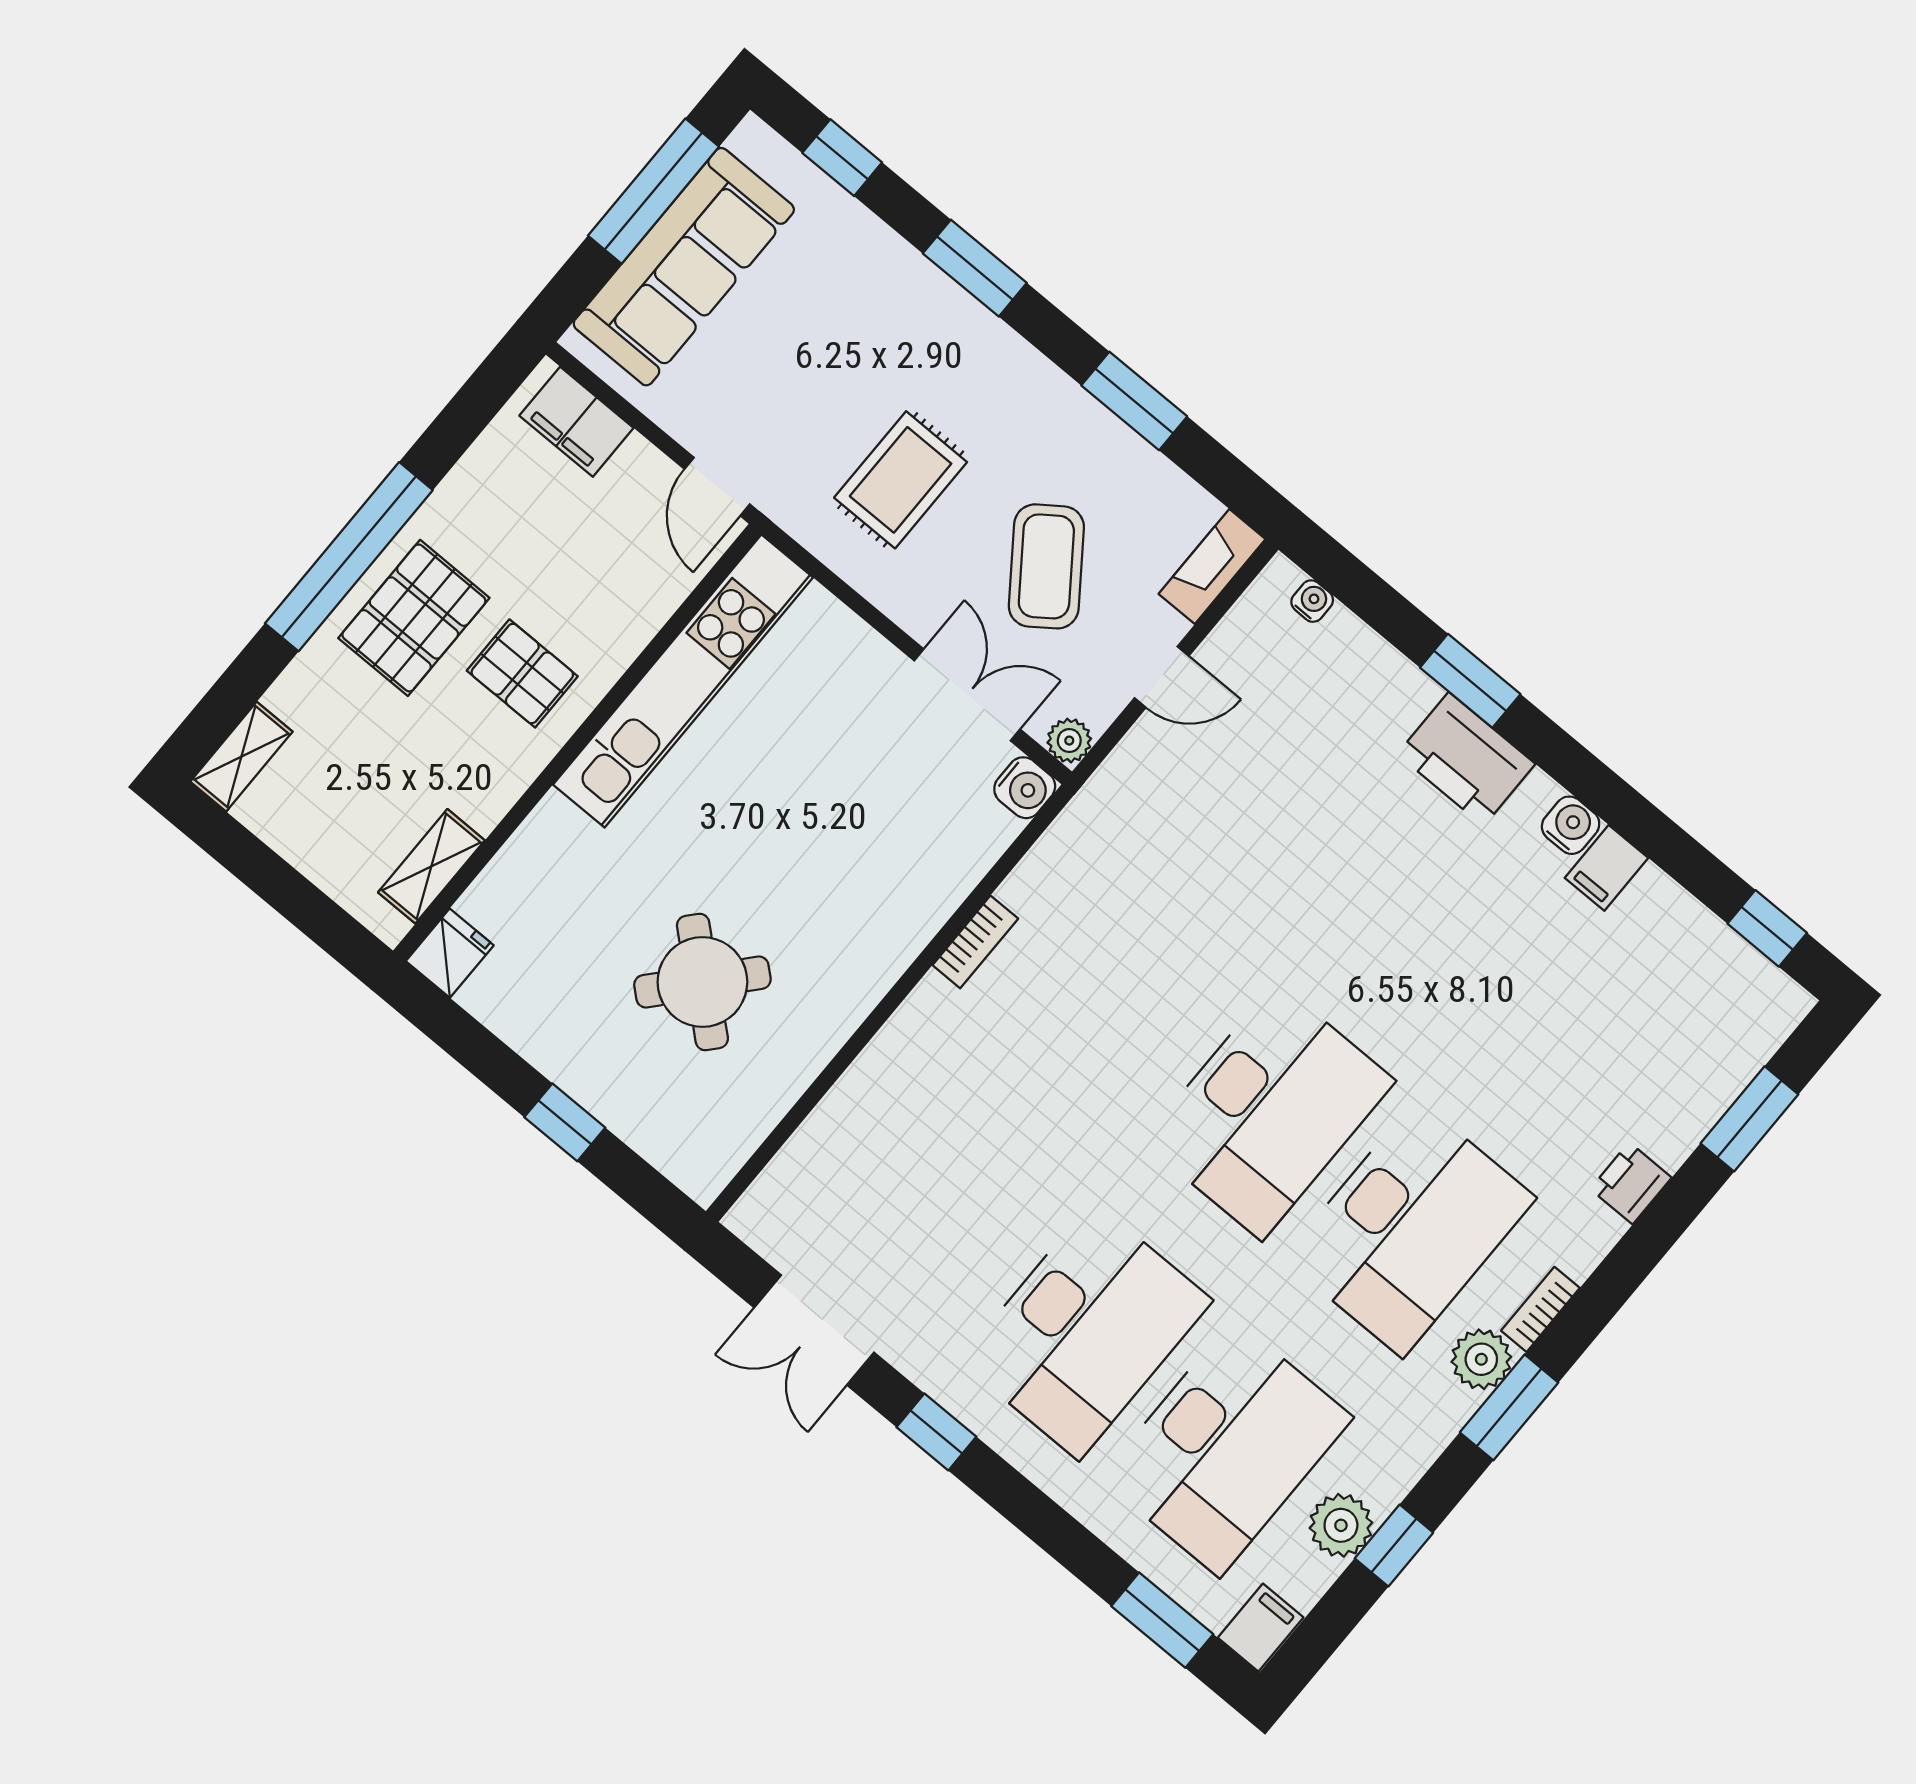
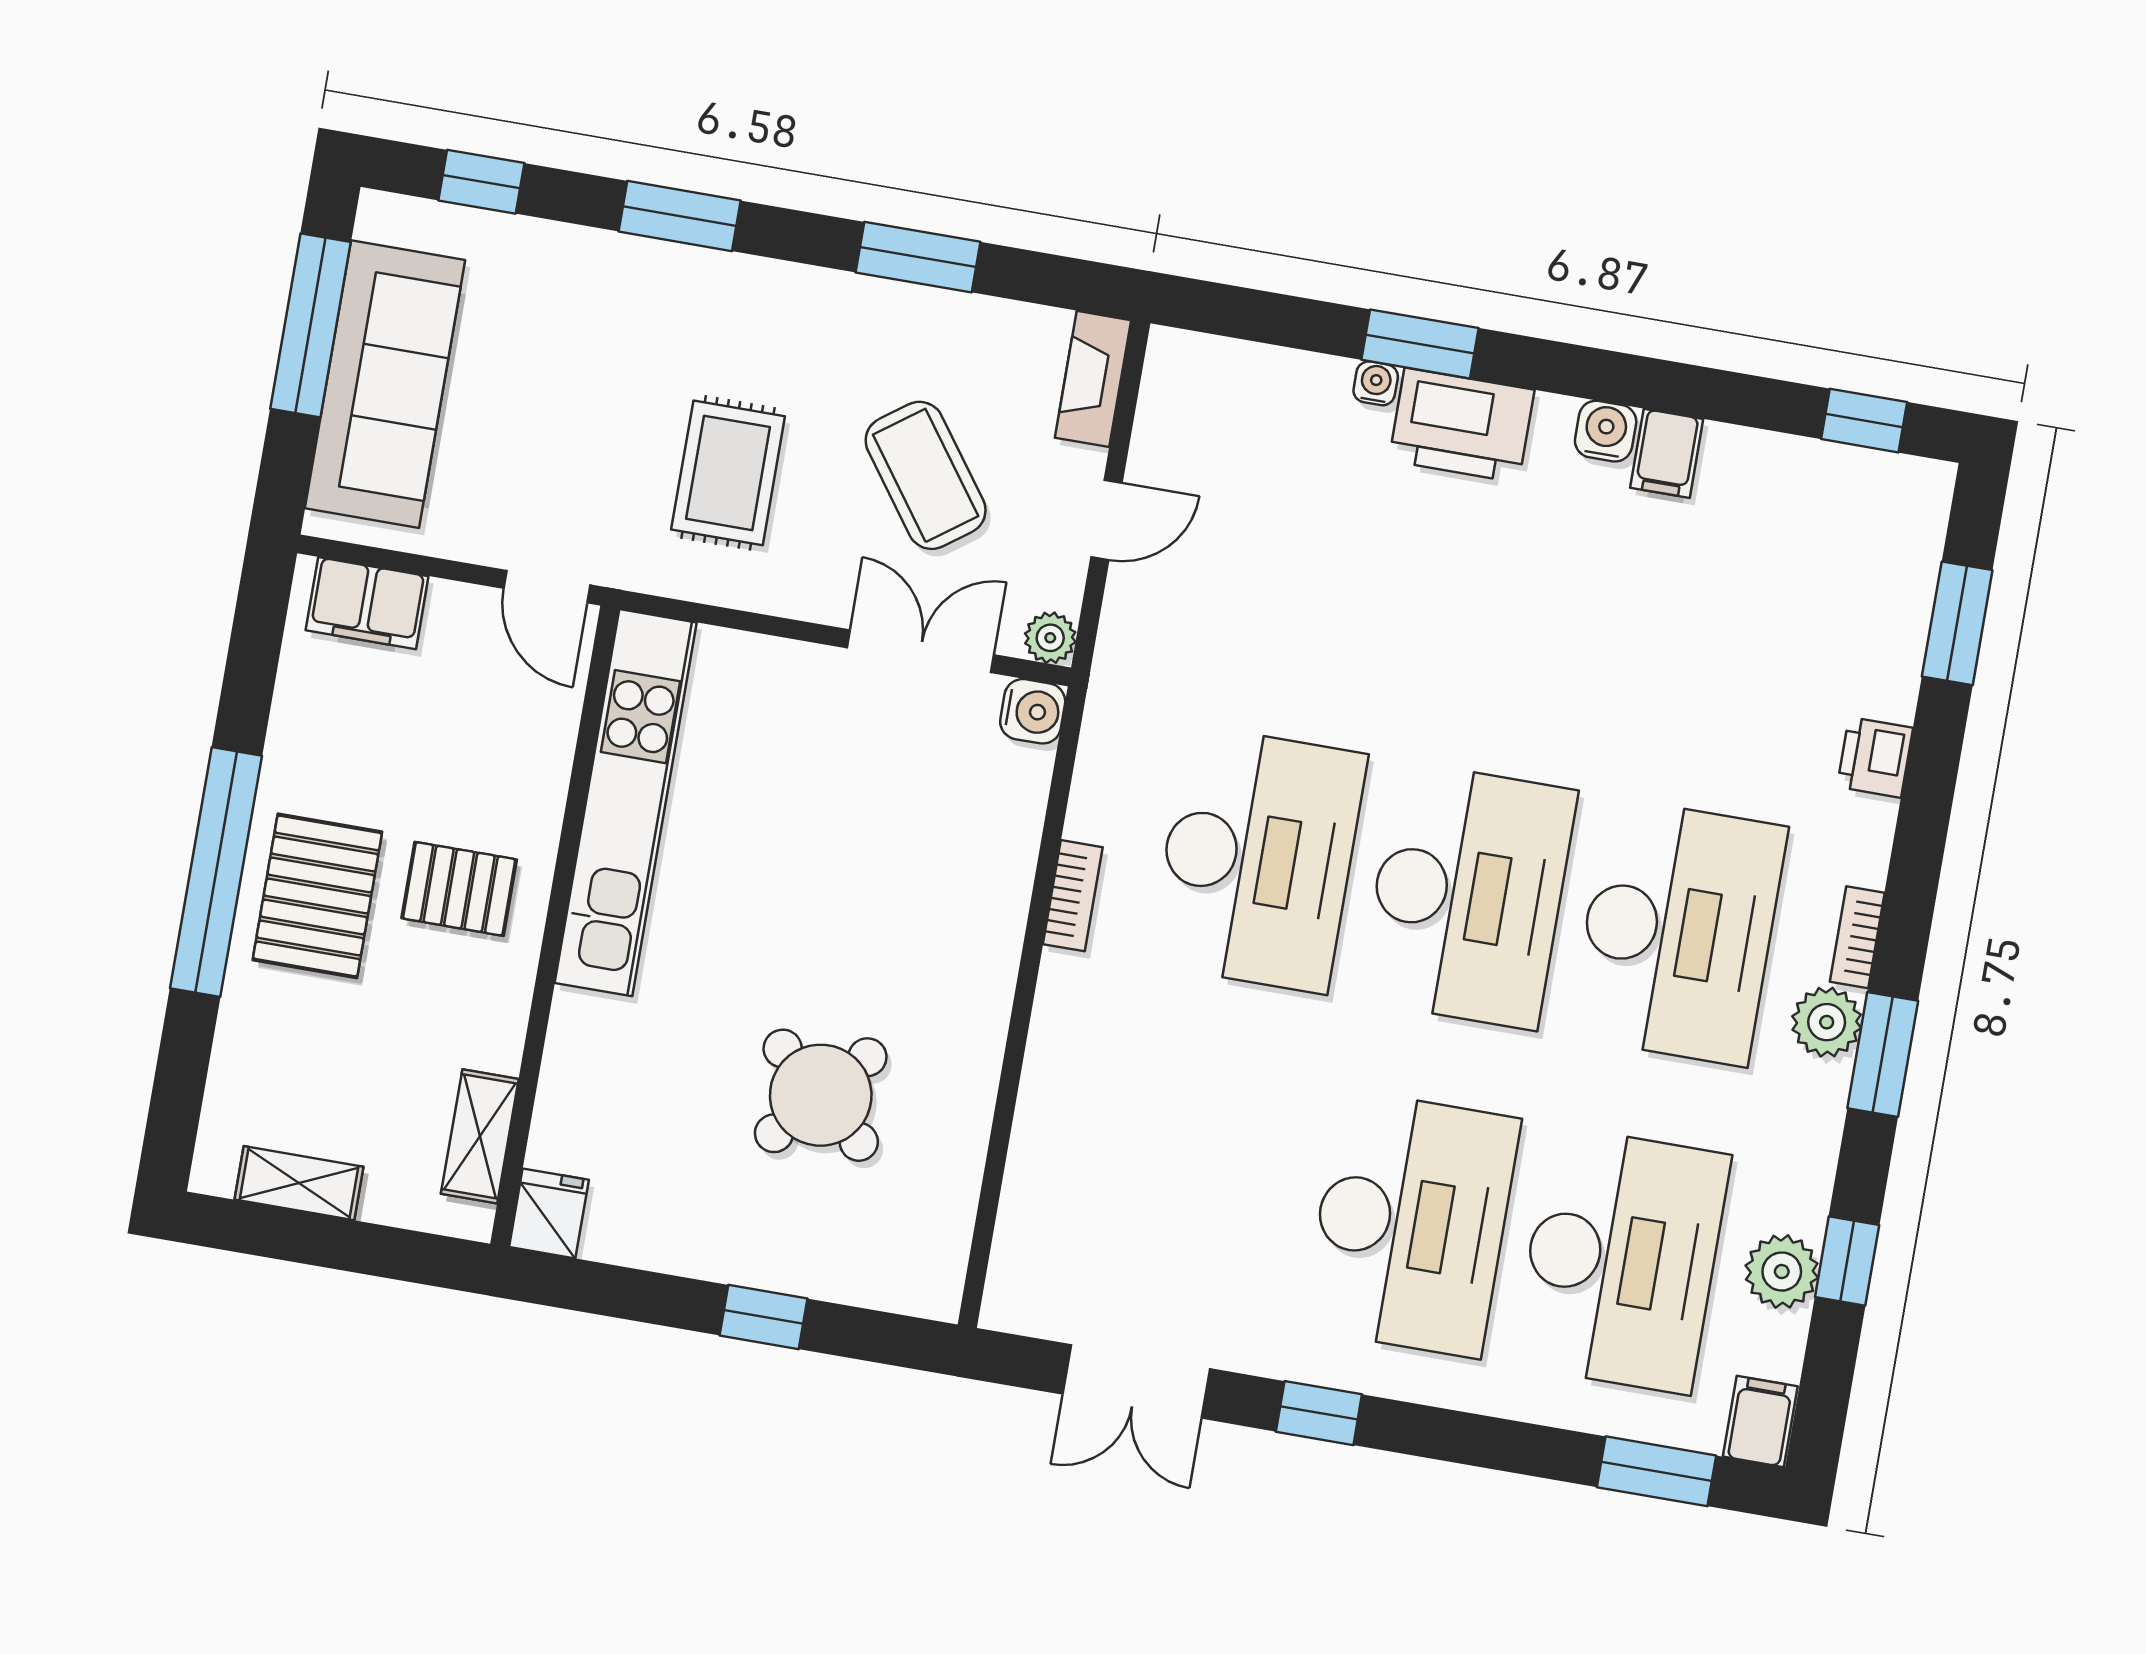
water cooler: (1312, 601) -> (1376, 383), moved
shelving: (241, 757) -> (299, 1183), moved, turned 90
desk: (1128, 994) -> (1258, 859), added

